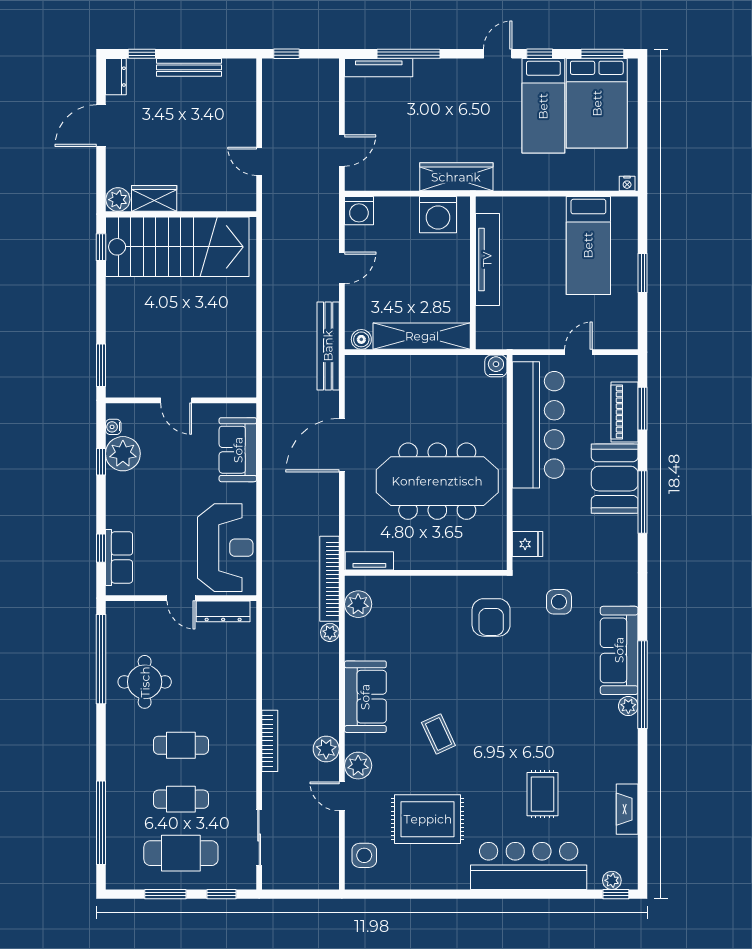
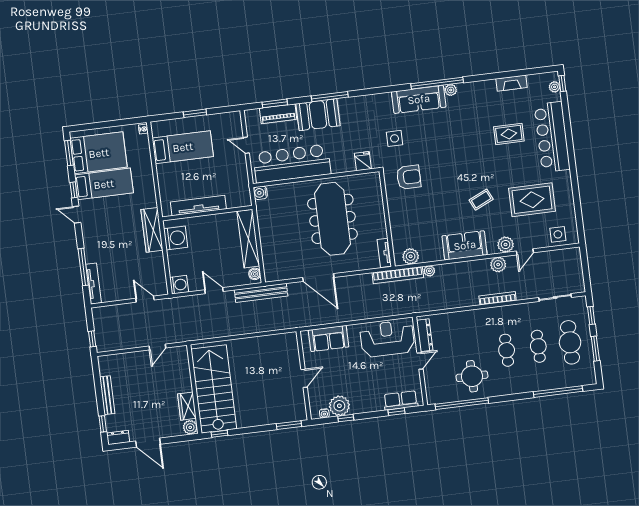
rug: (428, 819) -> (532, 200), turned 90

